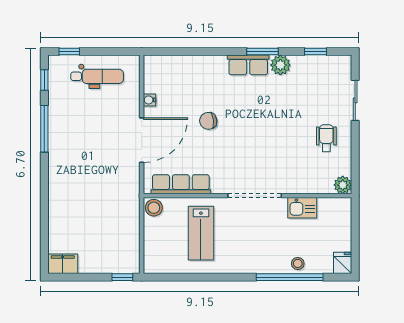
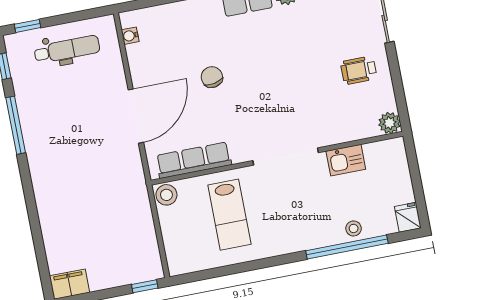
water cooler: (150, 100) -> (130, 36), moved
chair: (208, 121) -> (212, 77), turned 86
wheelchair: (326, 138) -> (359, 70), turned -90

